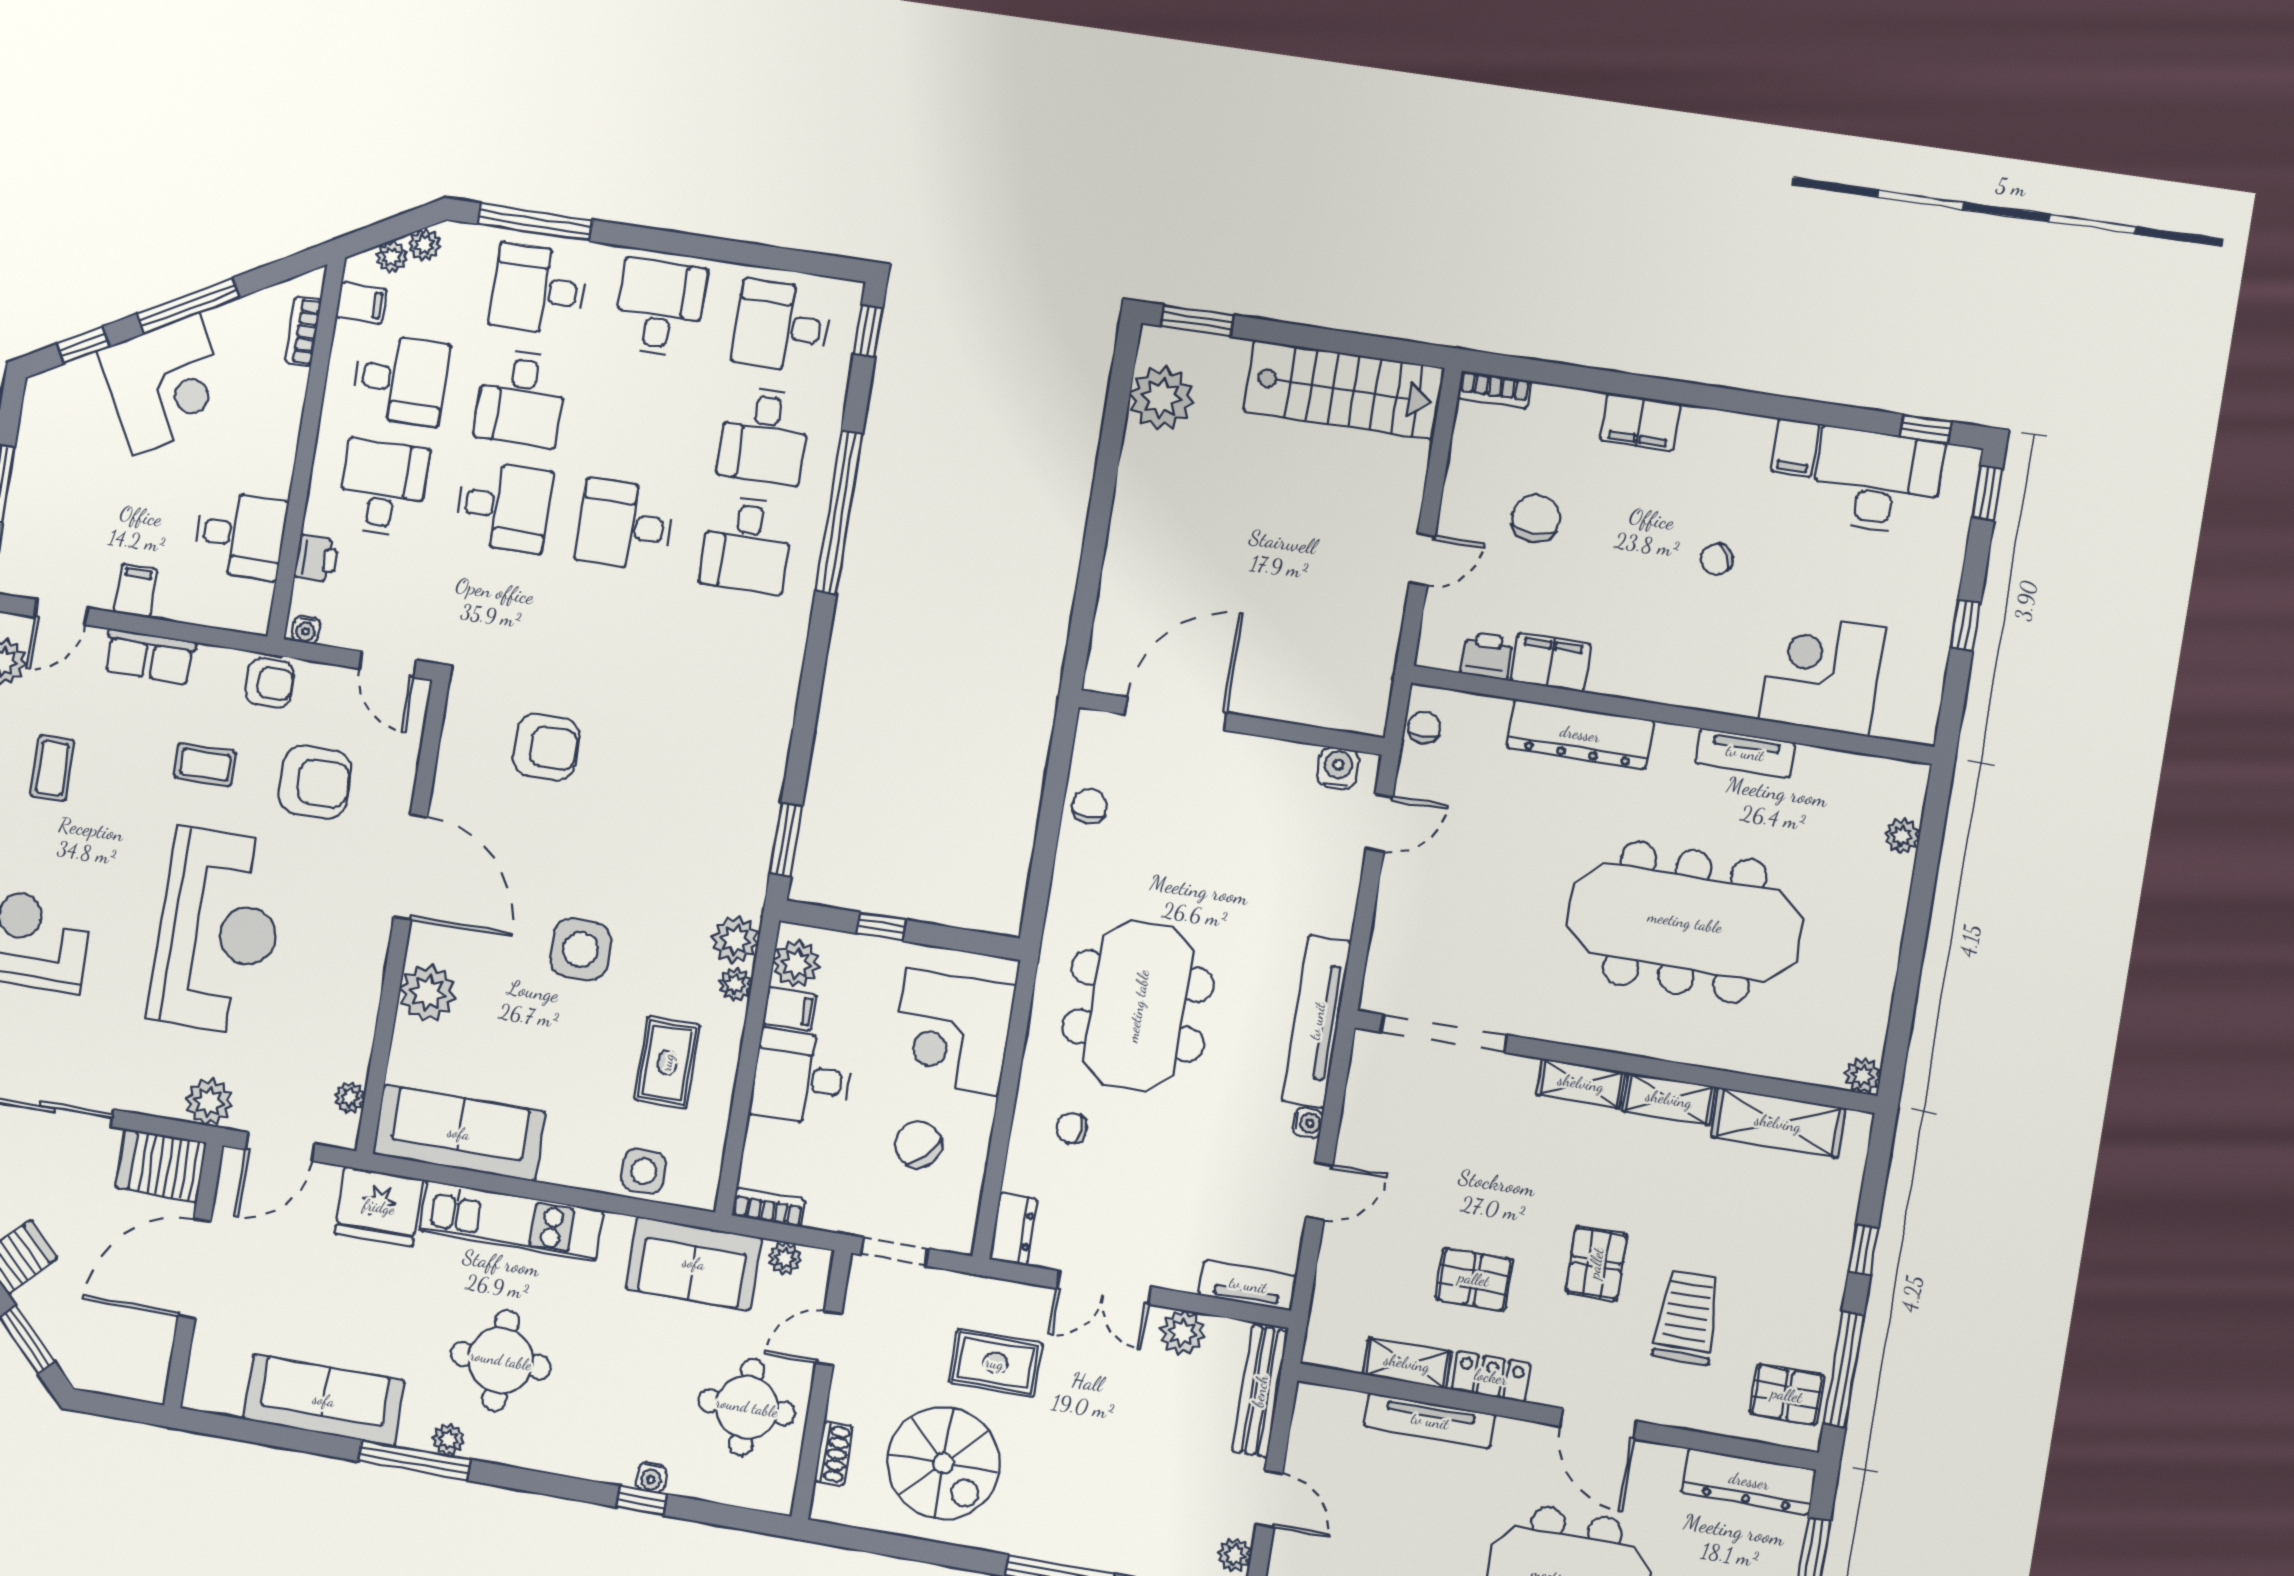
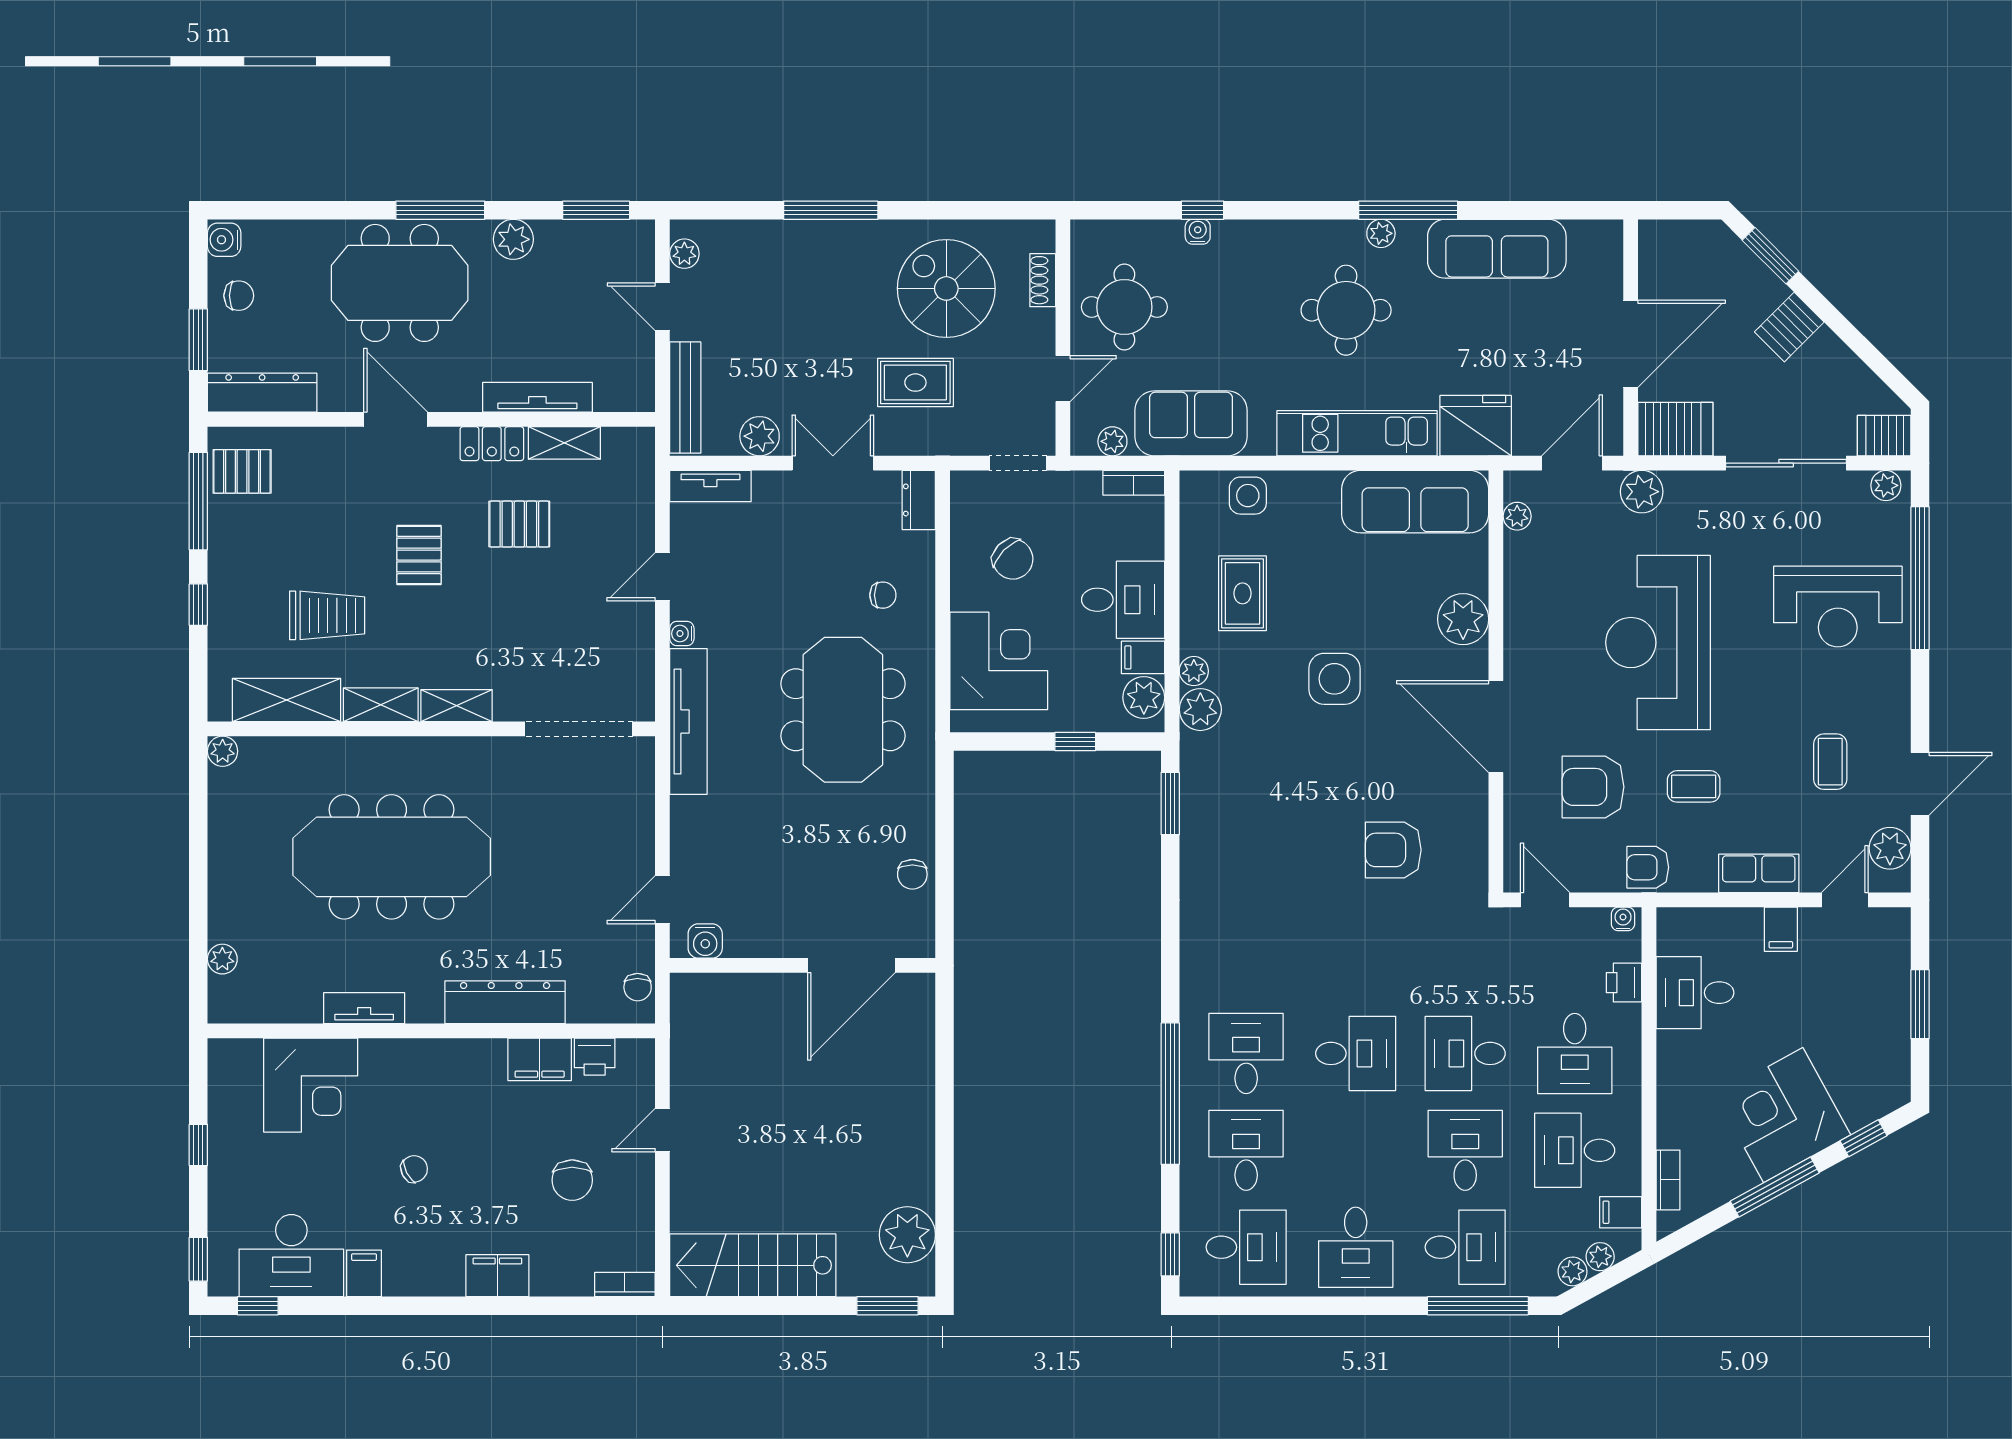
trolley: (1687, 1317) -> (327, 615), moved, turned -90

